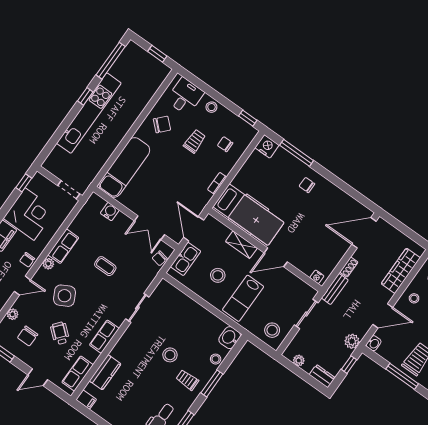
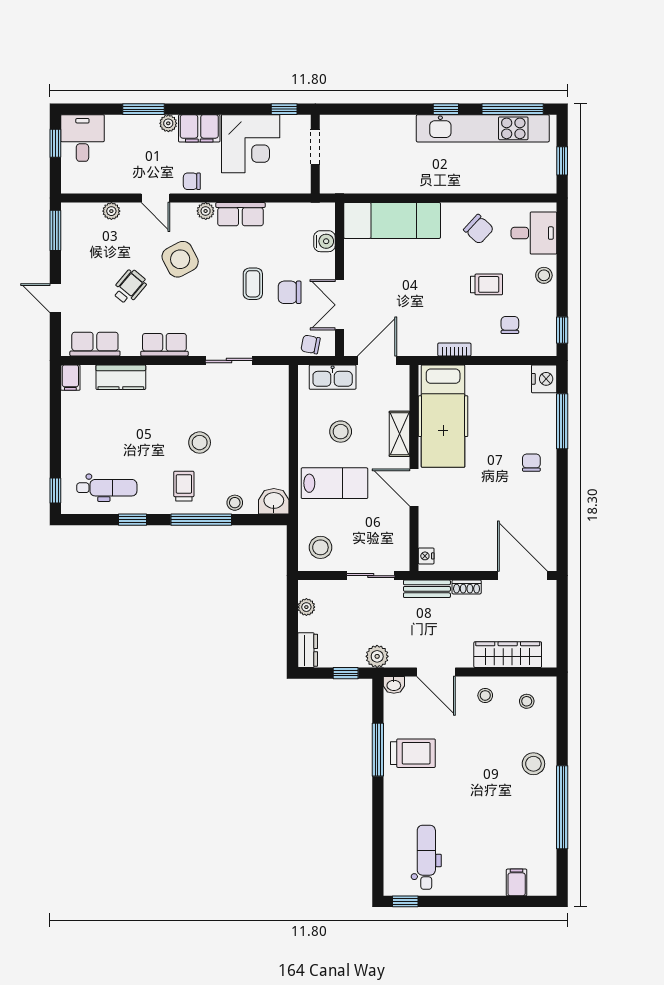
kitchen unit: (89, 113) -> (483, 128), moved
doorway: (69, 190) -> (315, 147), moved
lab bench: (243, 298) -> (334, 483), turned 180
chair: (28, 336) -> (290, 292), moved
window: (212, 383) -> (201, 520), width x1.44

